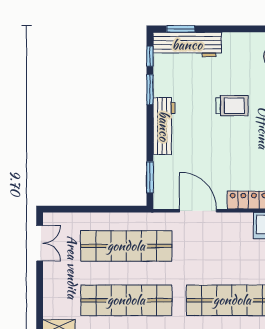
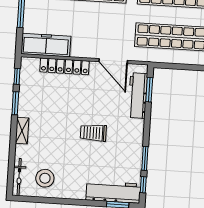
trolley: (232, 106) -> (93, 133), moved
workbench: (164, 126) -> (138, 96), moved

